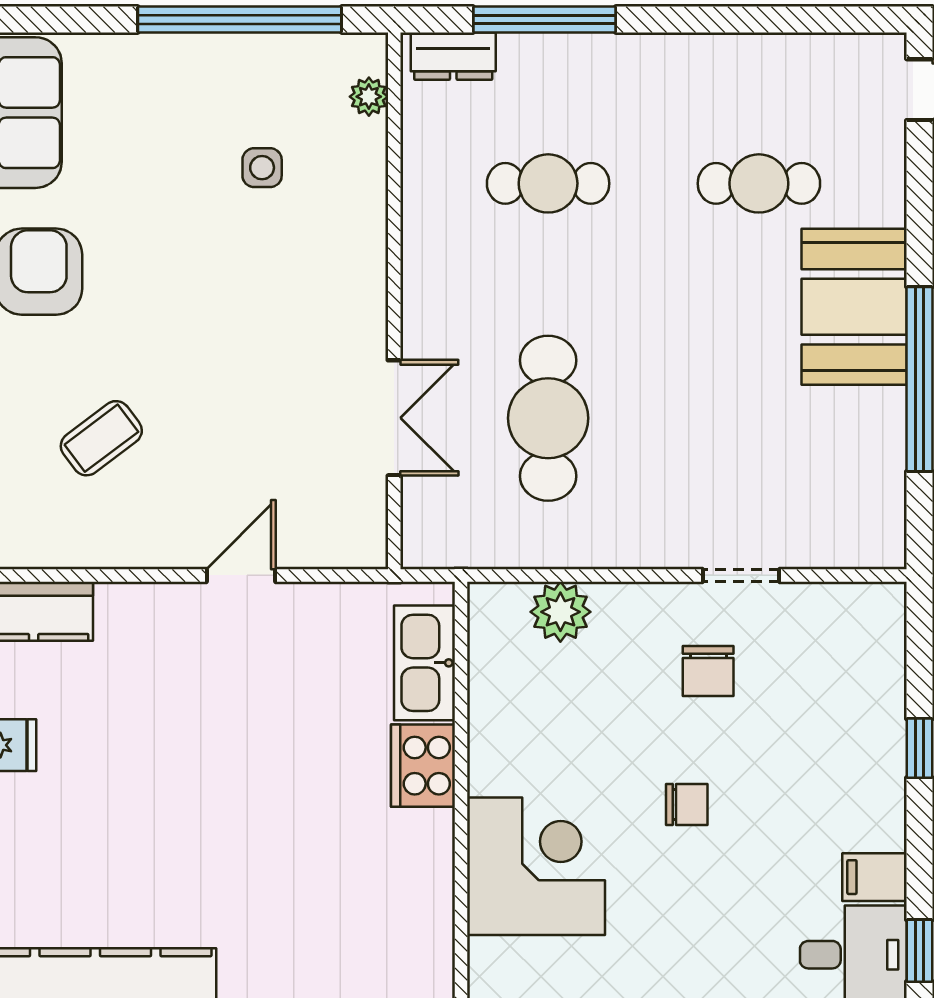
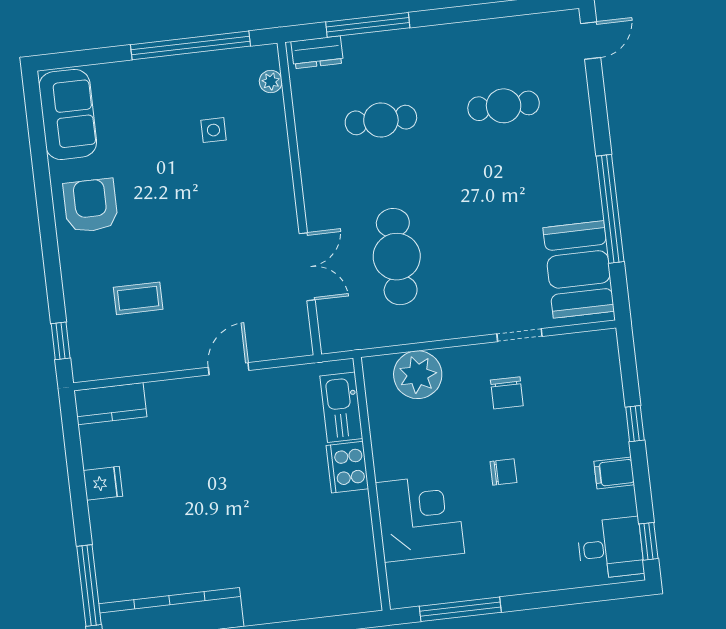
booth: (854, 307) -> (579, 269), moved
coffee table: (101, 438) -> (138, 298), turned 37
plant: (560, 612) -> (418, 375), width x1.36, depth x1.36
filing cabinet: (874, 877) -> (614, 473), moved

